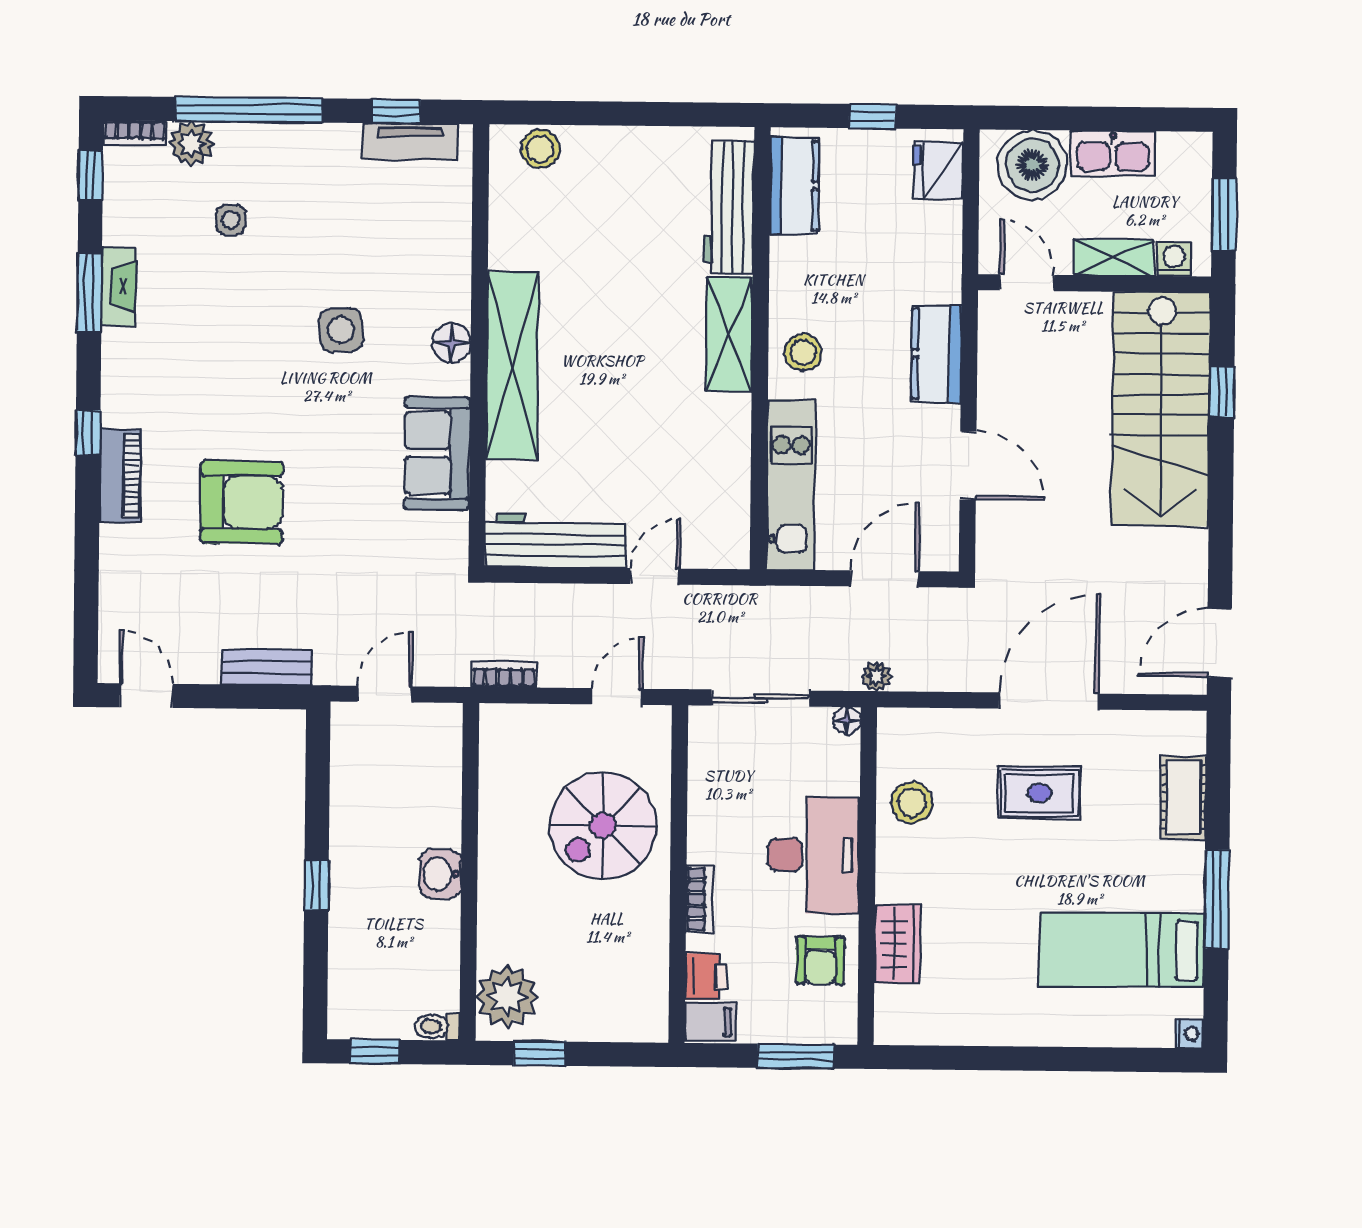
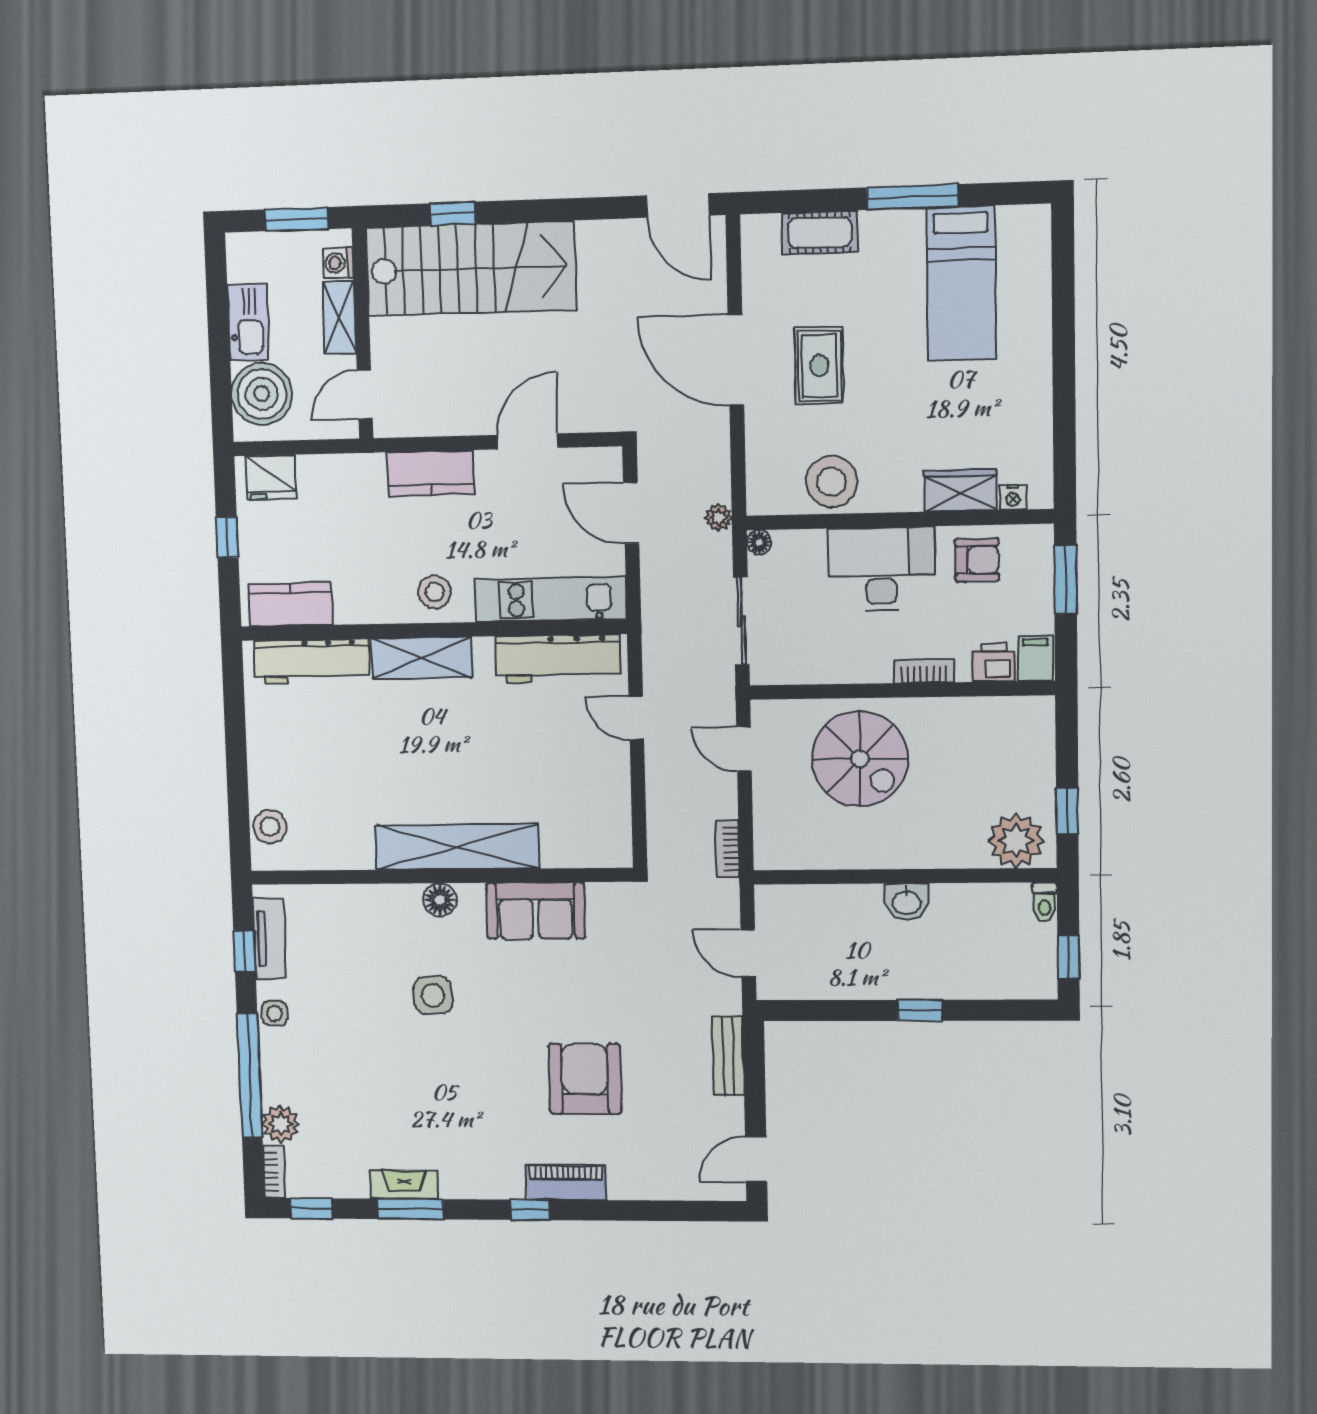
side table: (231, 220) -> (274, 1013), moved
workbench: (556, 541) -> (558, 659), moved, turned -90
stool: (912, 803) -> (831, 482), width x1.38, depth x1.38
nightstand: (1190, 1034) -> (1013, 497), moved, turned 180

